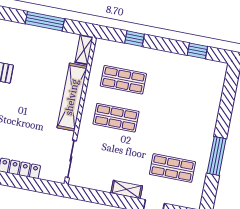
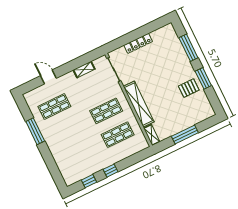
window: (134, 39) -> (110, 171), moved
shelving: (127, 189) -> (84, 69), moved

